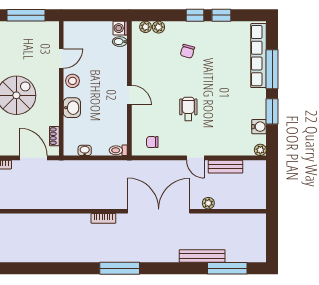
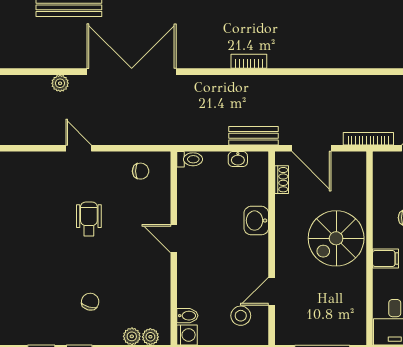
stool: (72, 81) -> (241, 316), moved
wheelchair: (188, 109) -> (89, 219), turned 180
bench: (225, 167) -> (253, 136), moved
double door: (159, 211) -> (132, 72), swing flipped
bookcase: (103, 218) -> (249, 61), moved

